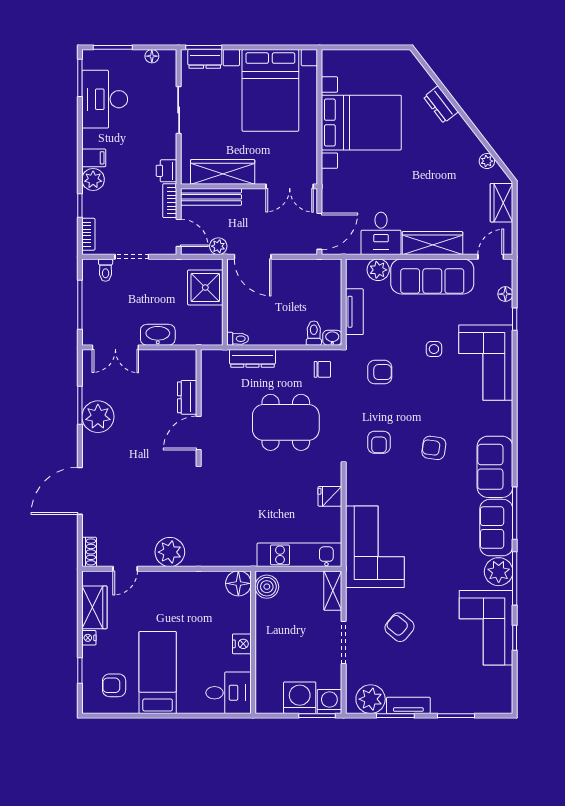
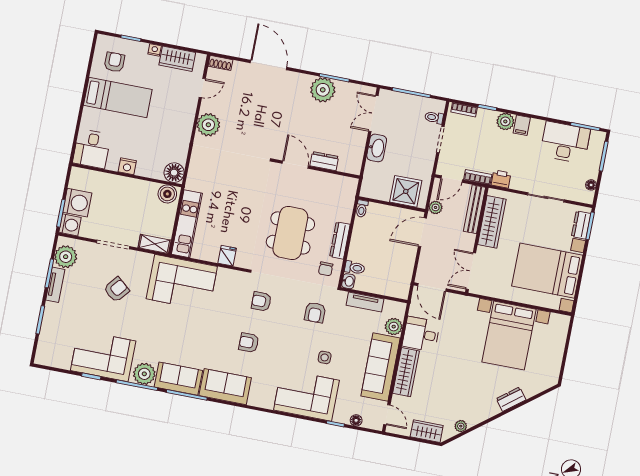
dresser: (252, 358) -> (340, 240), moved
armchair: (434, 448) -> (249, 343), turned -98
door: (125, 569) -> (202, 88), swing flipped

